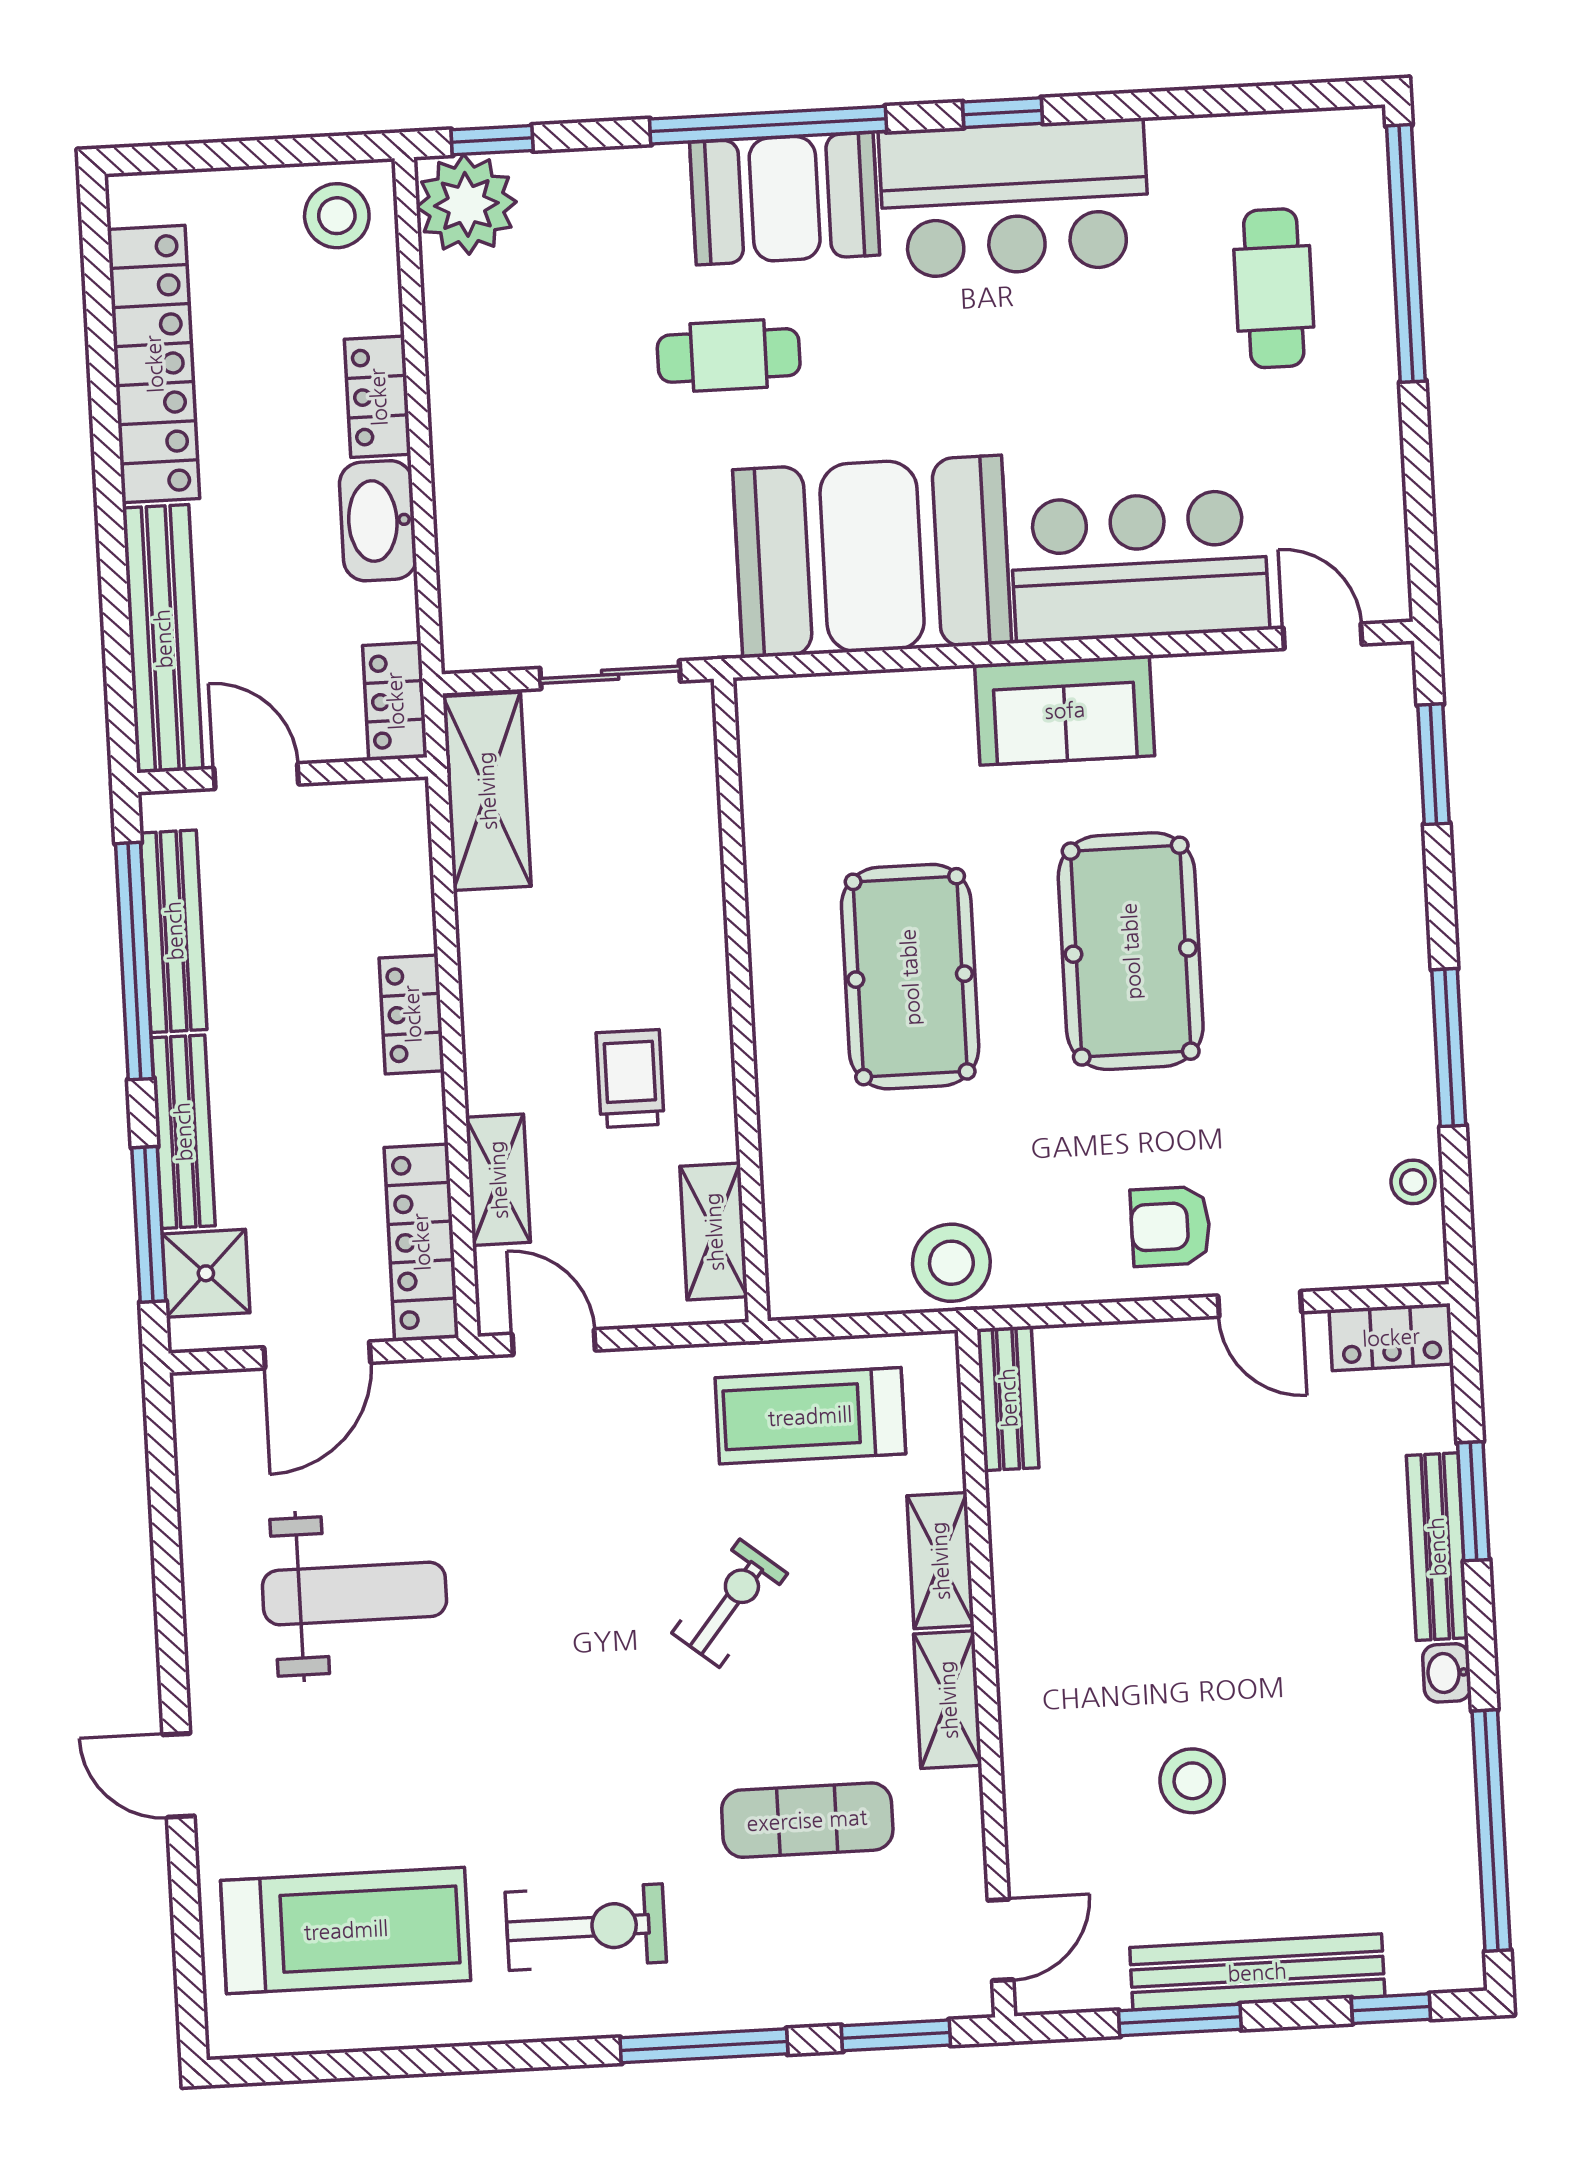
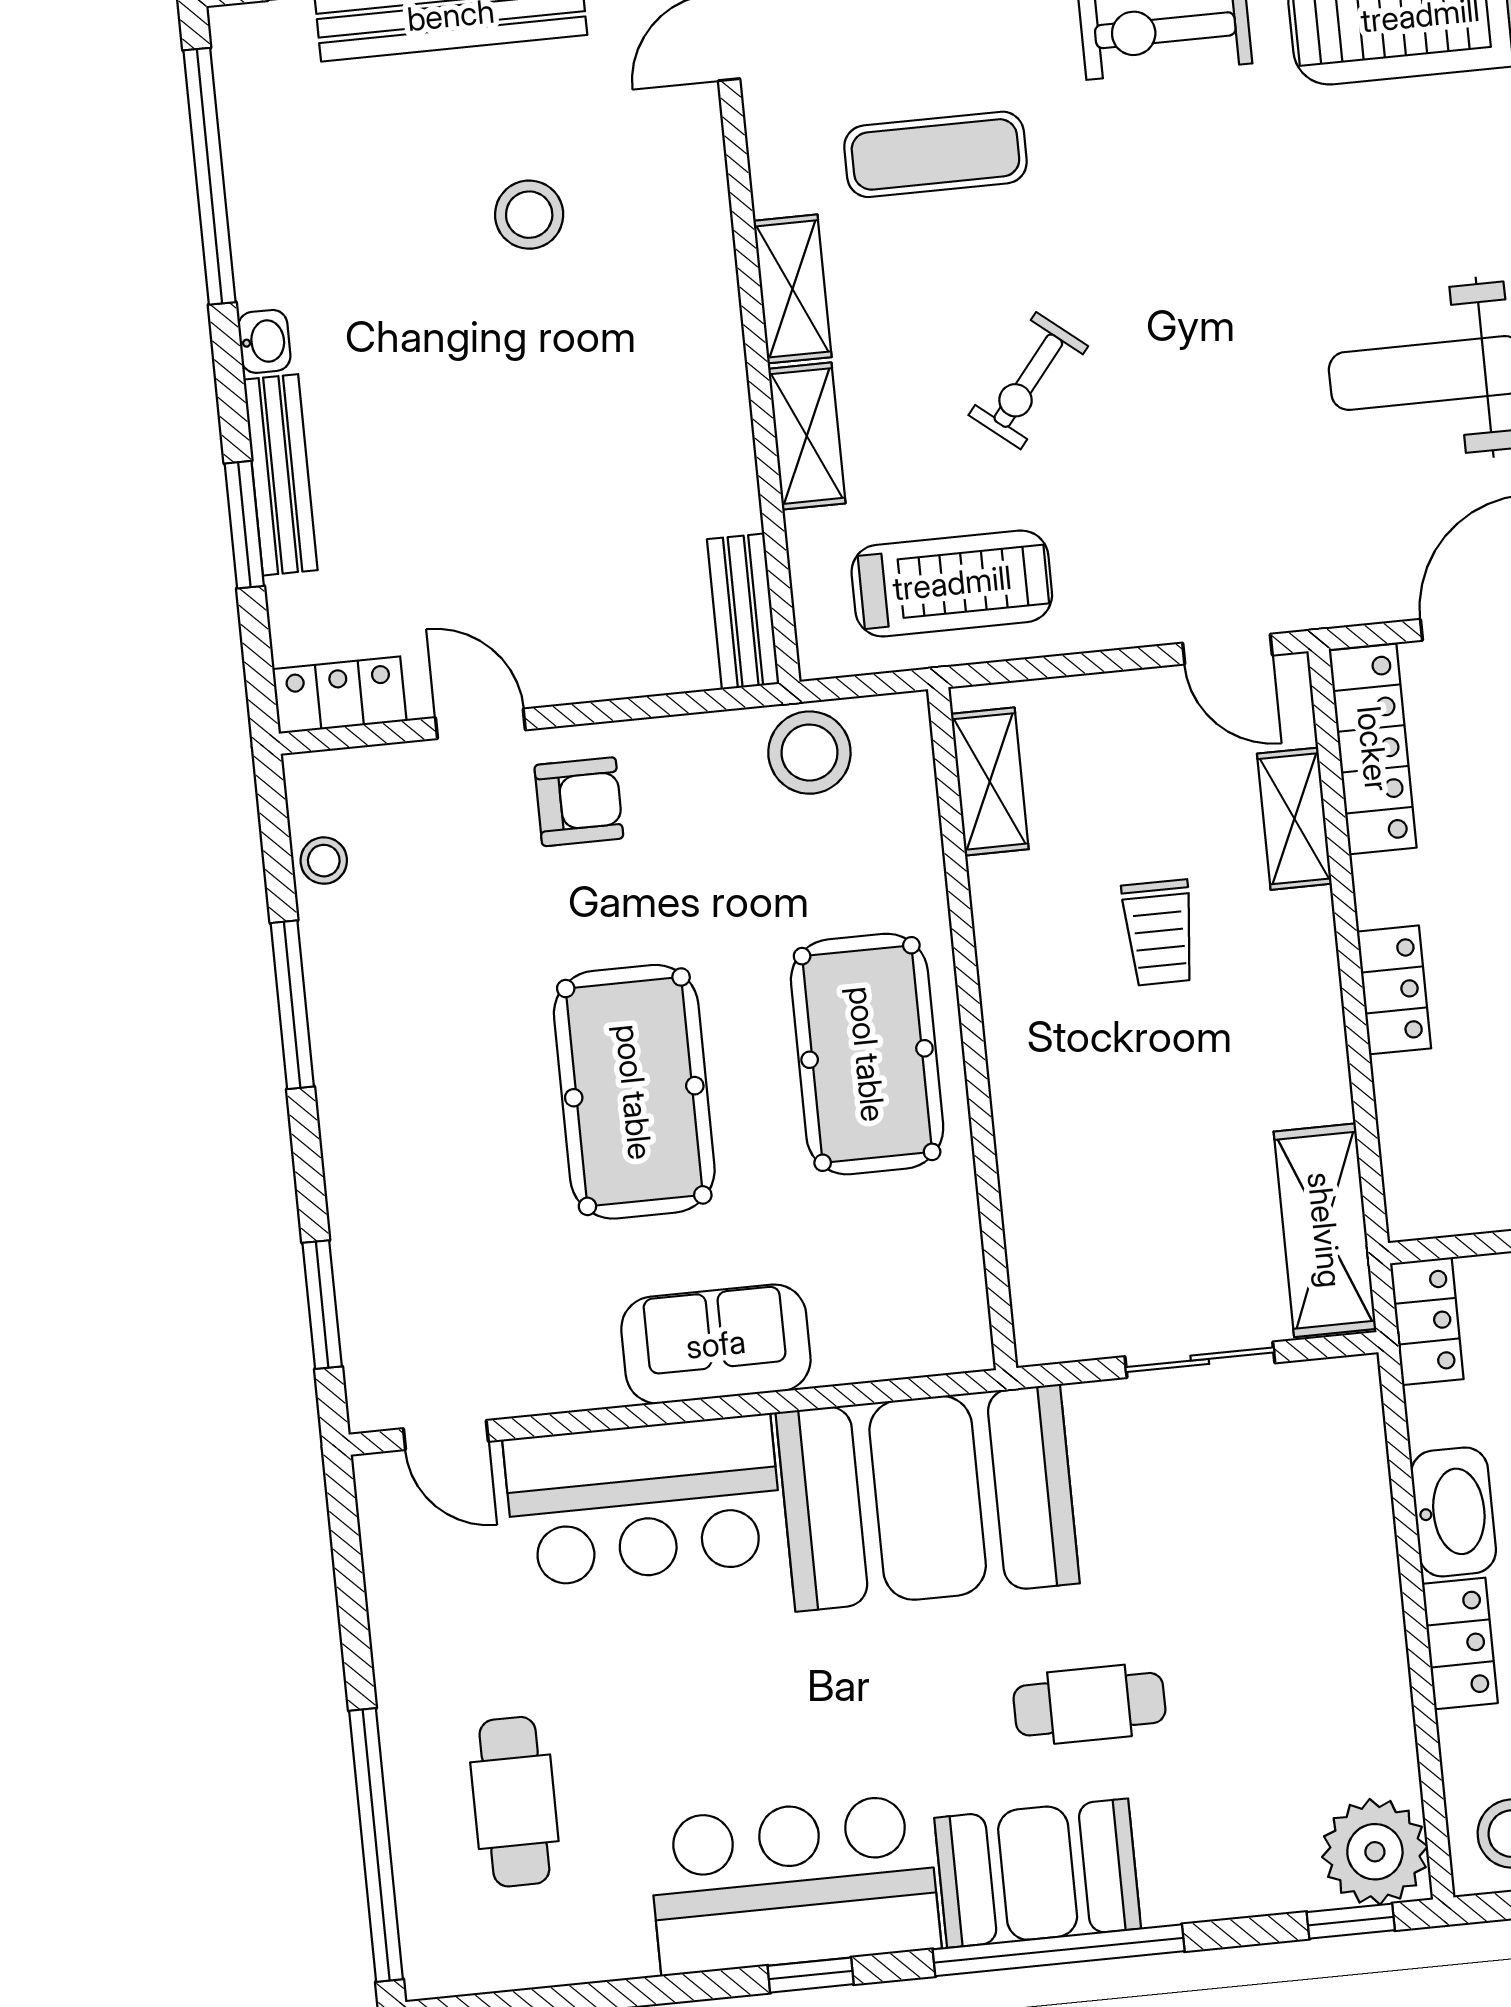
wall: (741, 1000) -> (972, 1029), moved
shelving: (714, 1232) -> (990, 781), moved

